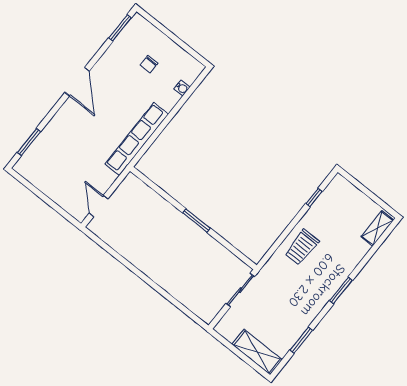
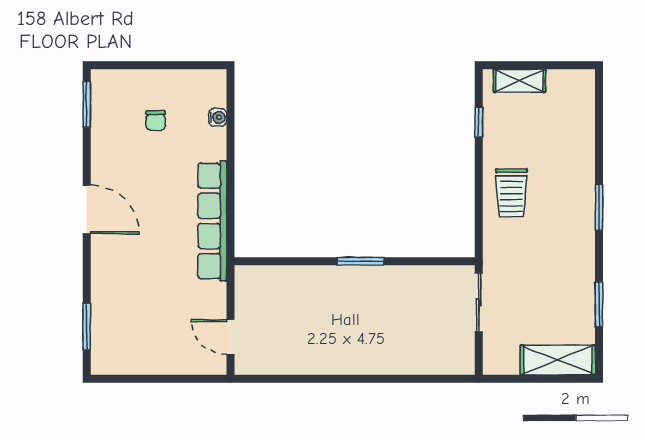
shelving: (377, 228) -> (519, 81), moved, turned 90

